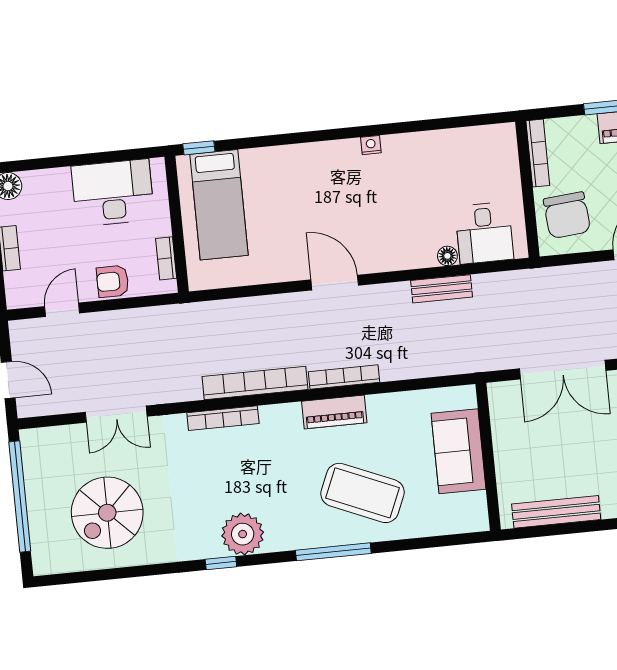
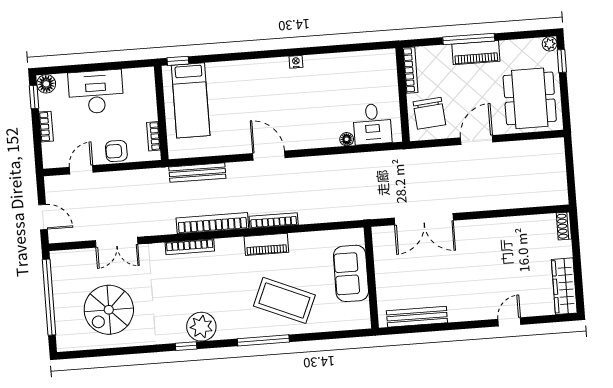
desk: (113, 193) -> (96, 92), moved
bench: (442, 289) -> (197, 173), moved, width x1.36

